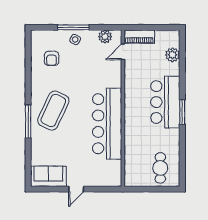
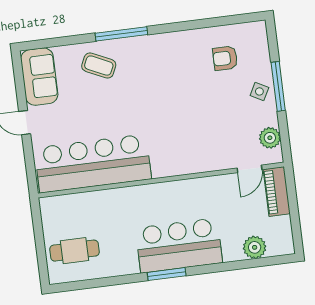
door: (123, 52) -> (250, 169), swing flipped
coffee table: (53, 111) -> (99, 66), moved, width x0.54, depth x0.58
bar counter: (107, 124) -> (93, 163), moved

